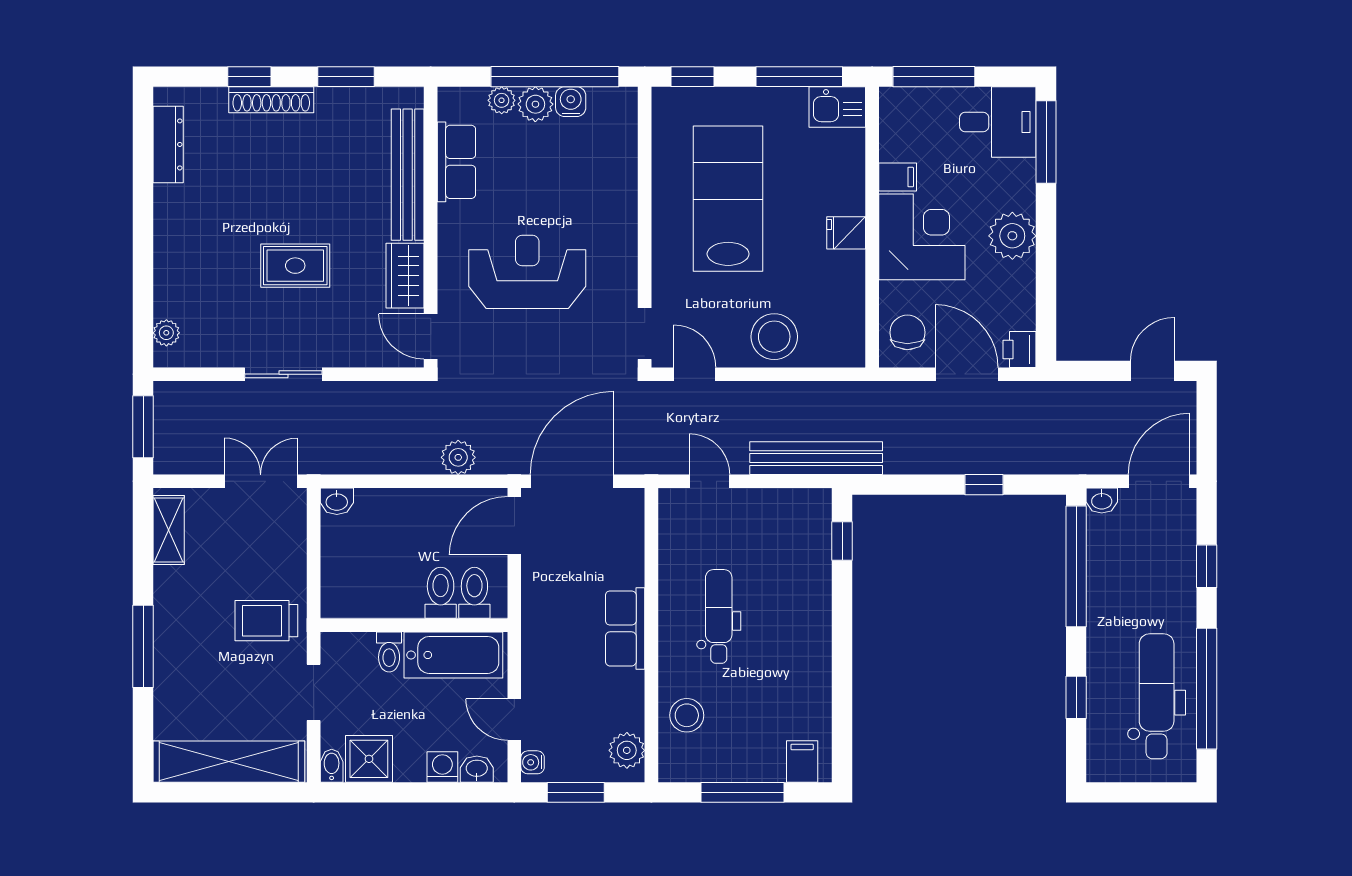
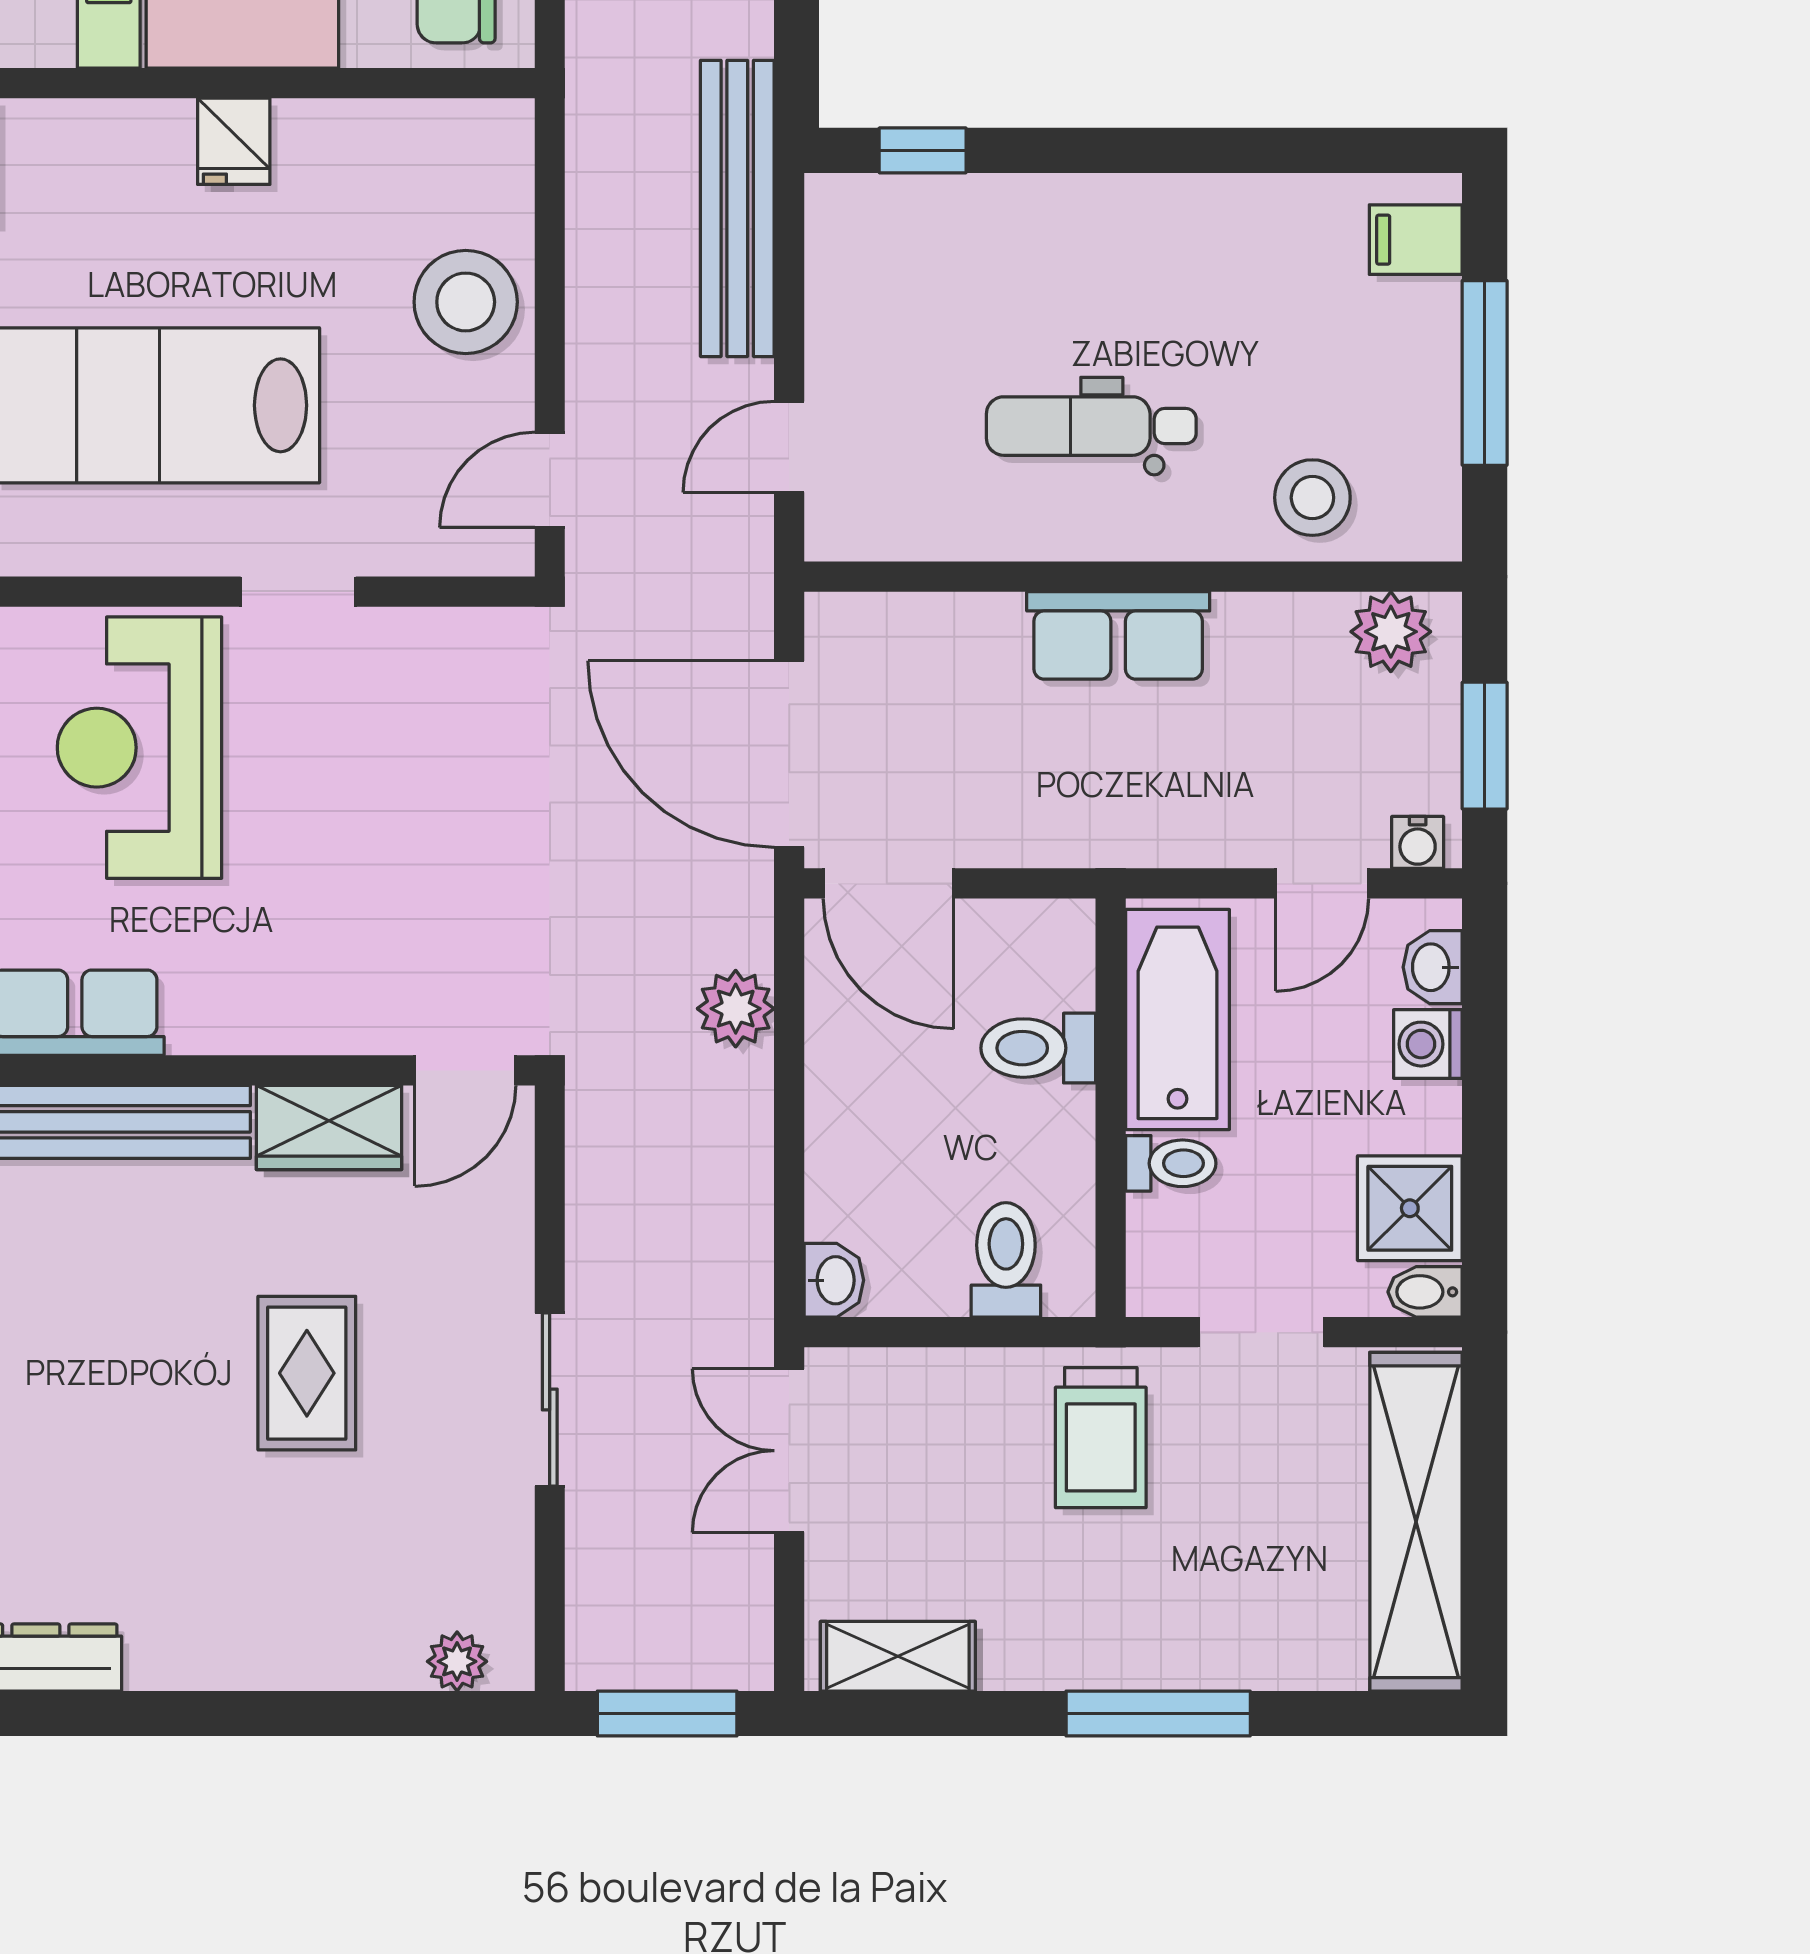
reception desk: (527, 272) -> (139, 748), moved
doorway: (645, 334) -> (298, 592), moved
toilet: (474, 593) -> (1006, 1260), moved, turned 90

